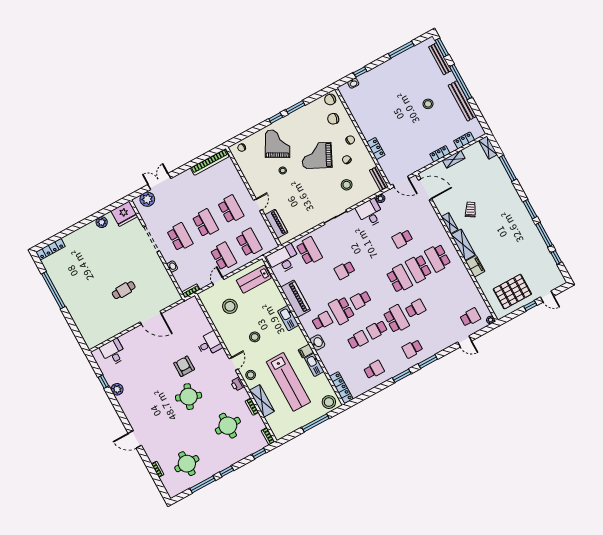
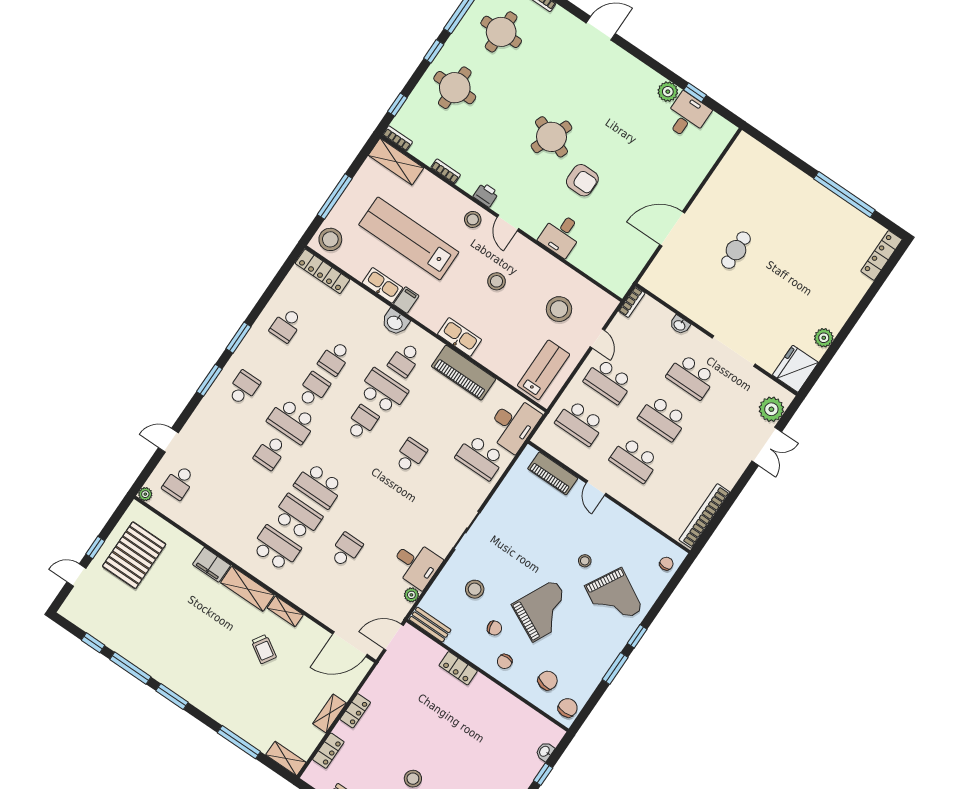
desk: (113, 352) -> (687, 116), moved, turned -90
shelving: (262, 401) -> (396, 162), moved
round table: (228, 426) -> (455, 88), moved

